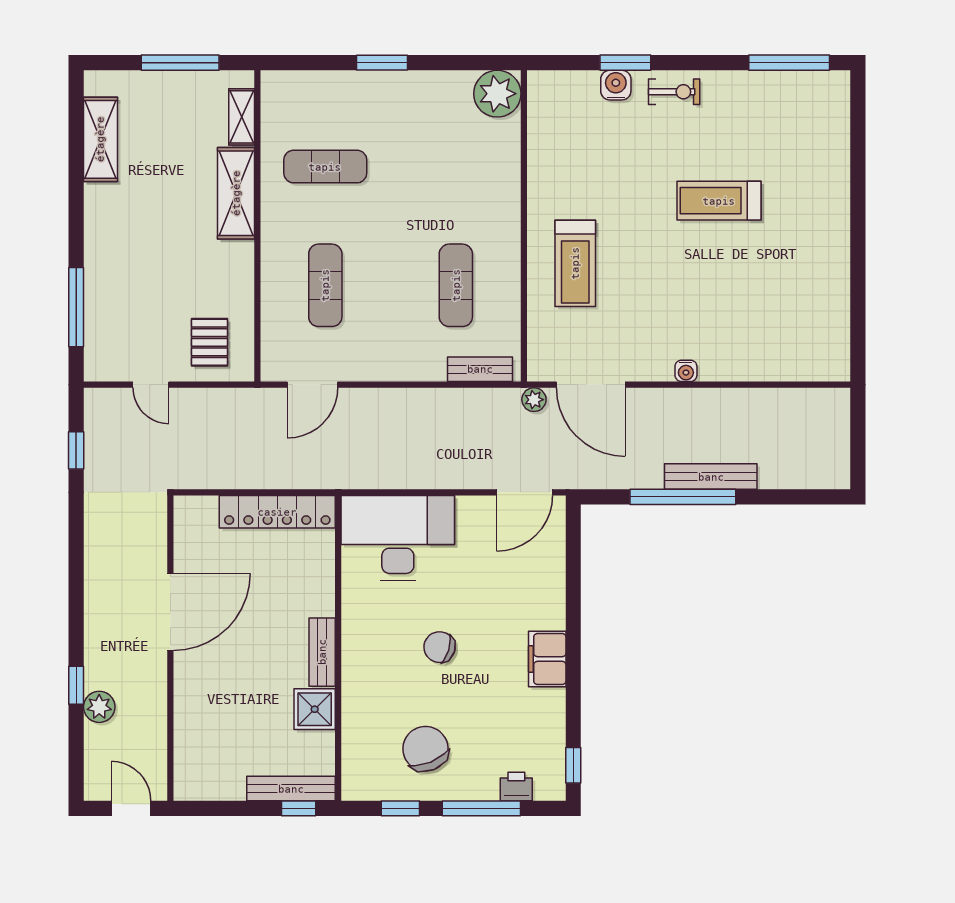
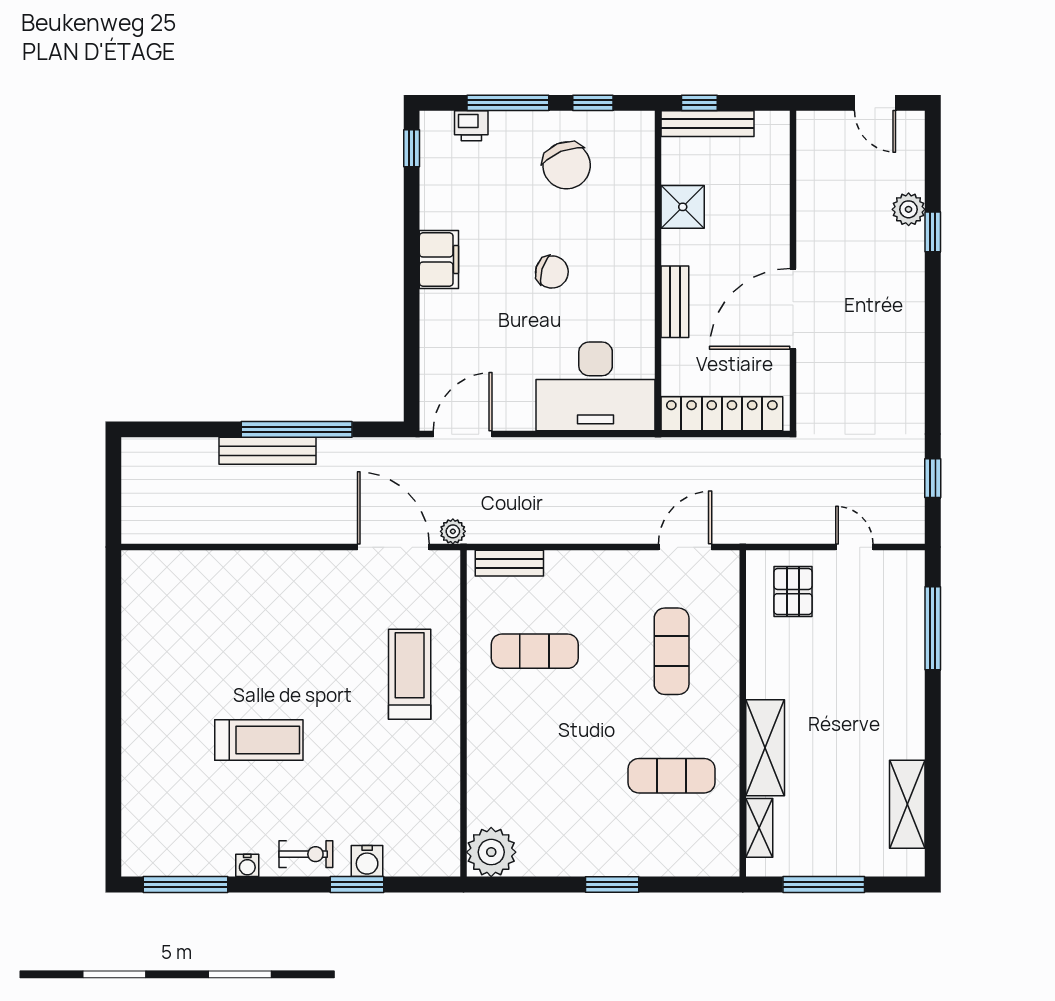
exercise bike: (674, 92) -> (306, 854), turned 180
exercise mat: (456, 285) -> (535, 651), turned 90
water cooler: (686, 371) -> (247, 865), moved, turned 180
door: (170, 612) -> (793, 309), moved
wall: (170, 648) -> (793, 271), moved
bench: (322, 652) -> (675, 302), moved

